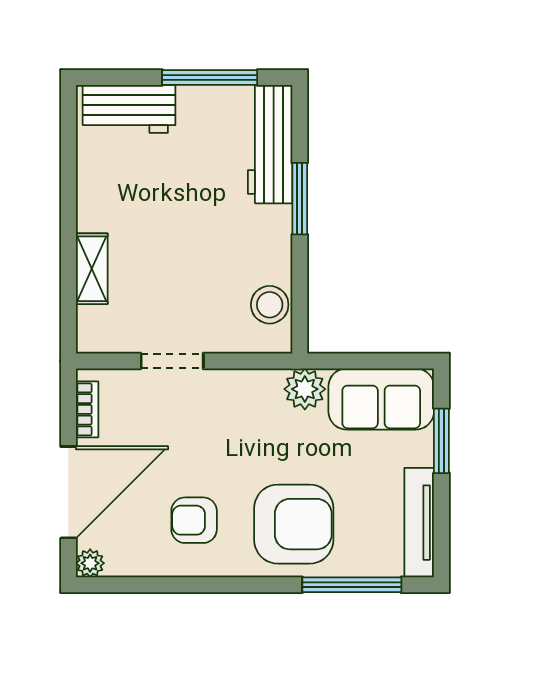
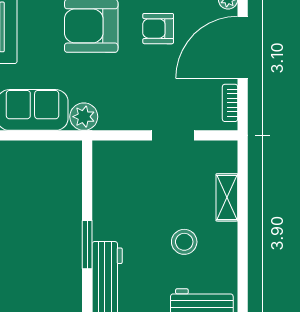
stool: (270, 305) -> (184, 242), moved
armchair: (194, 520) -> (158, 29), turned 180

